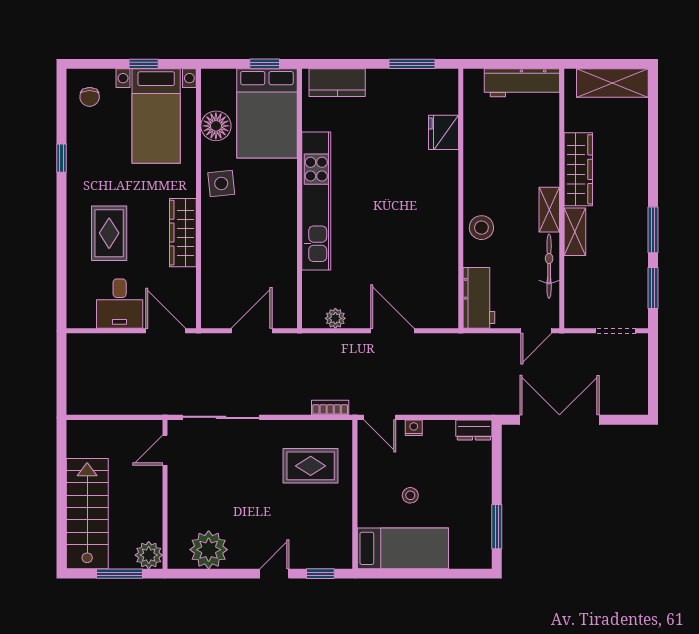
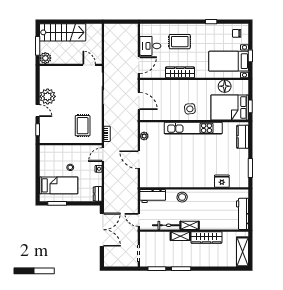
side table: (221, 183) -> (190, 109), moved
door: (392, 331) -> (139, 160), swing flipped
bed: (403, 548) -> (59, 185), moved, turned -90
plant: (209, 550) -> (48, 96), moved

